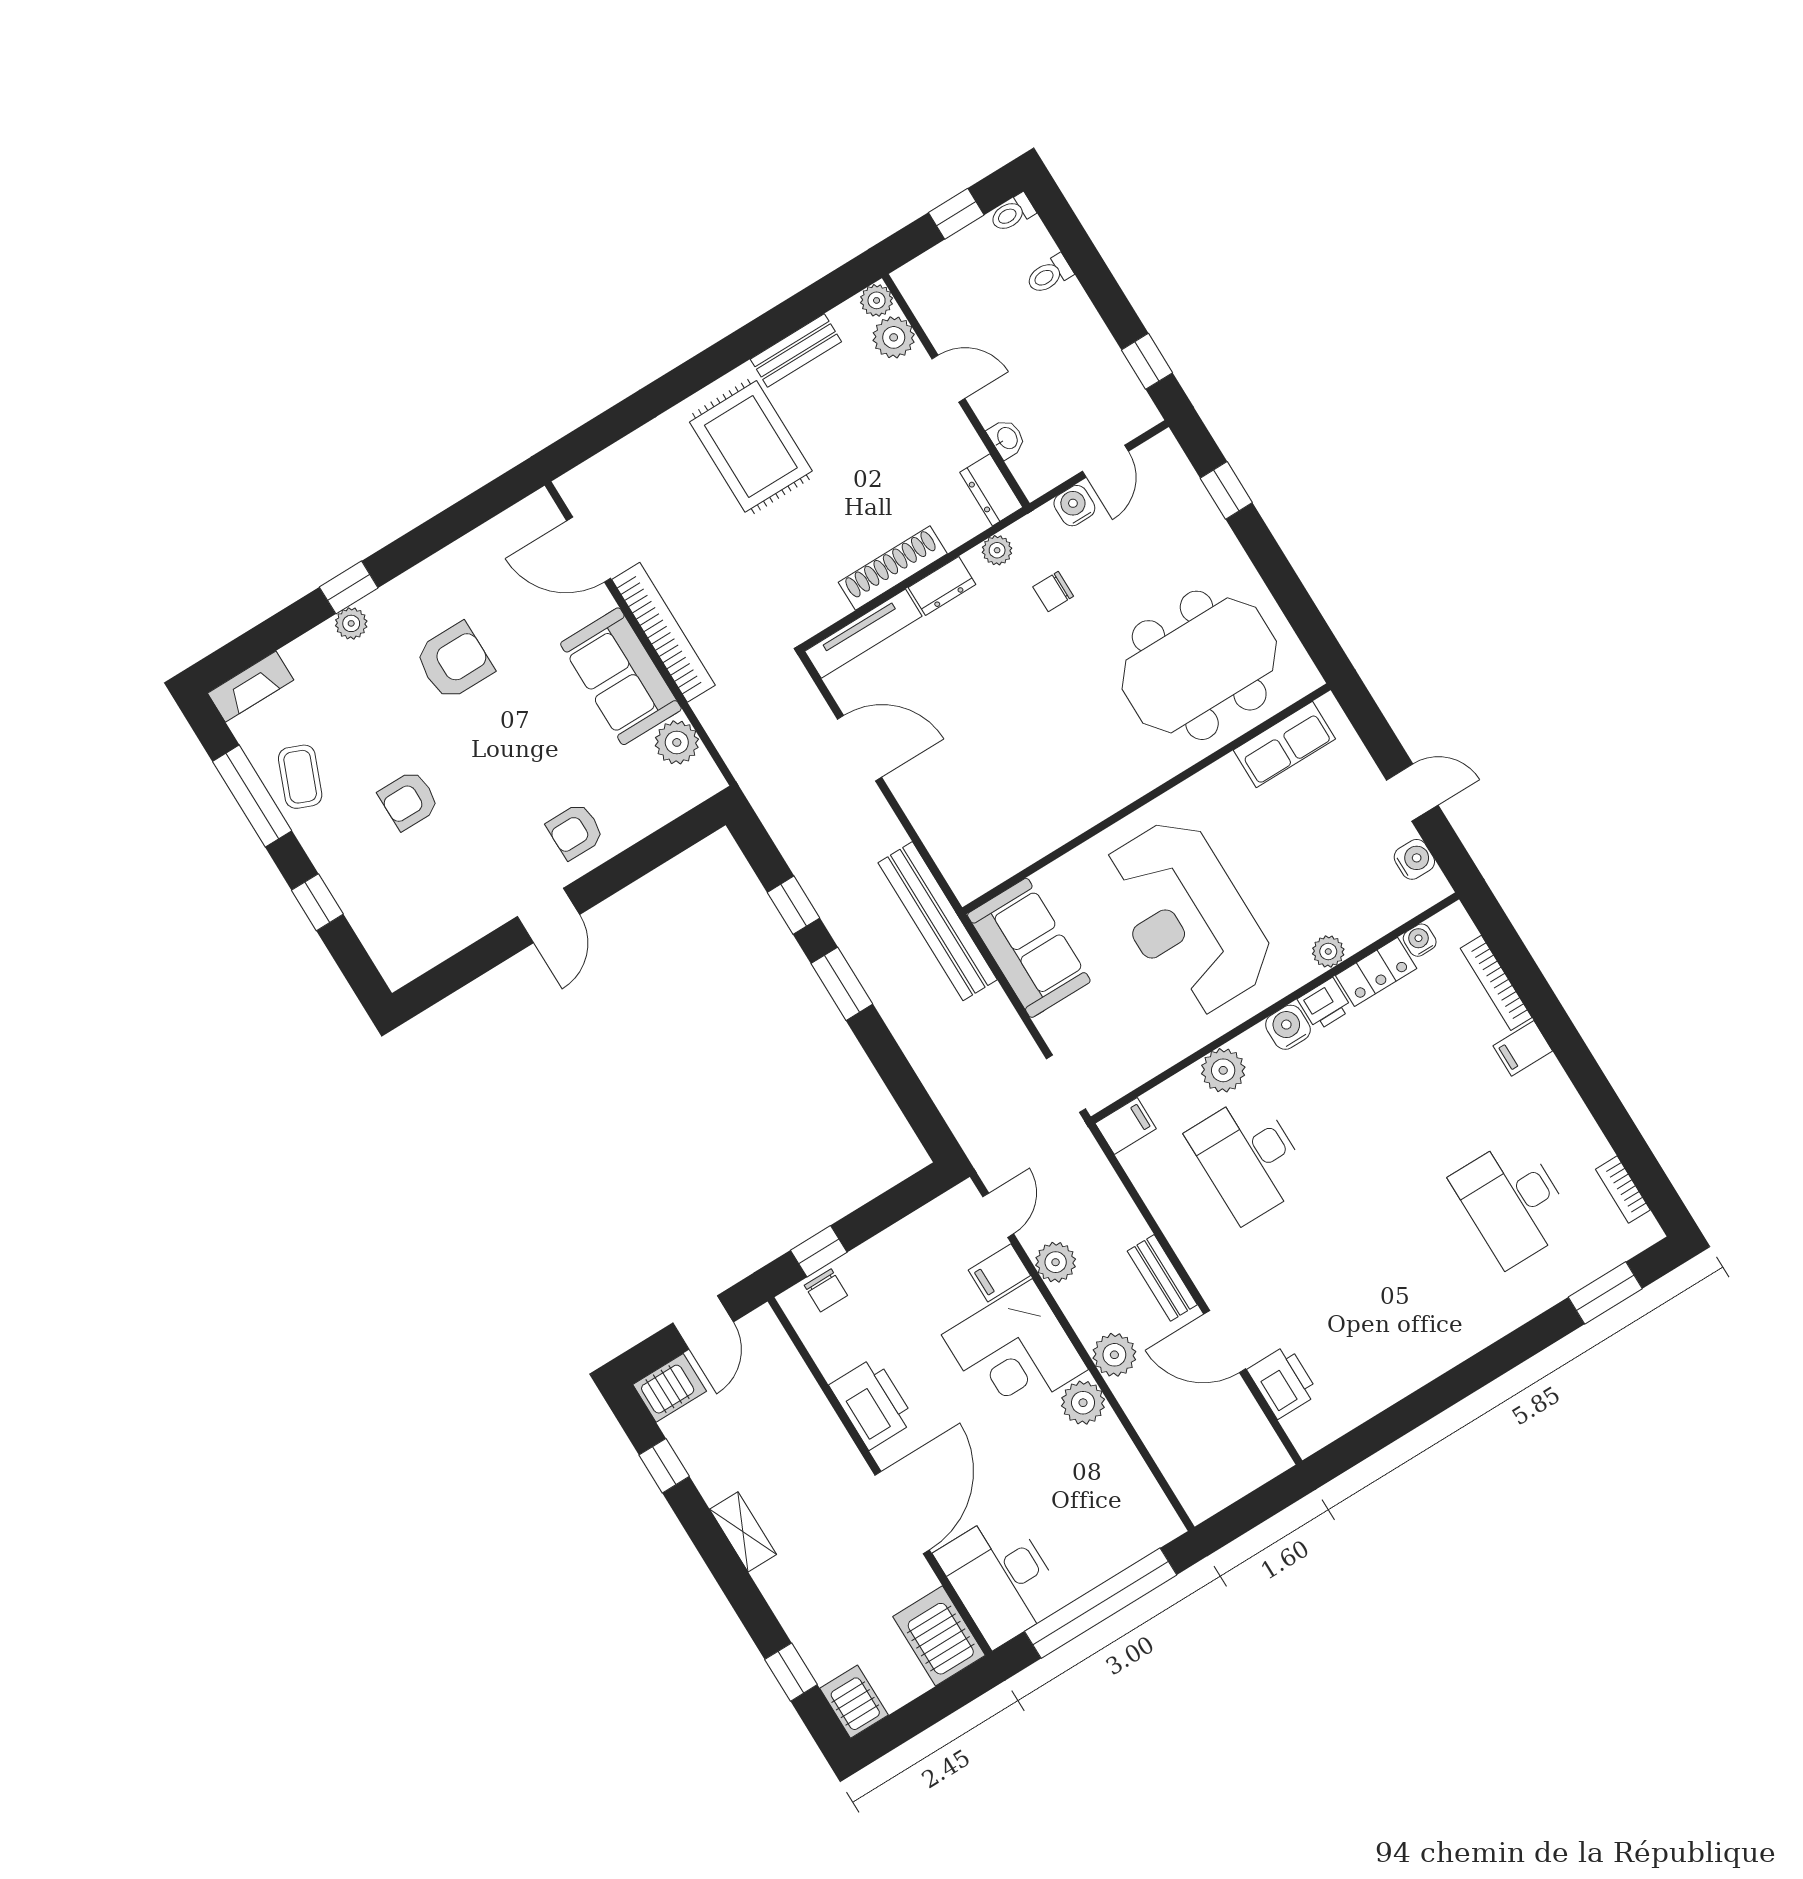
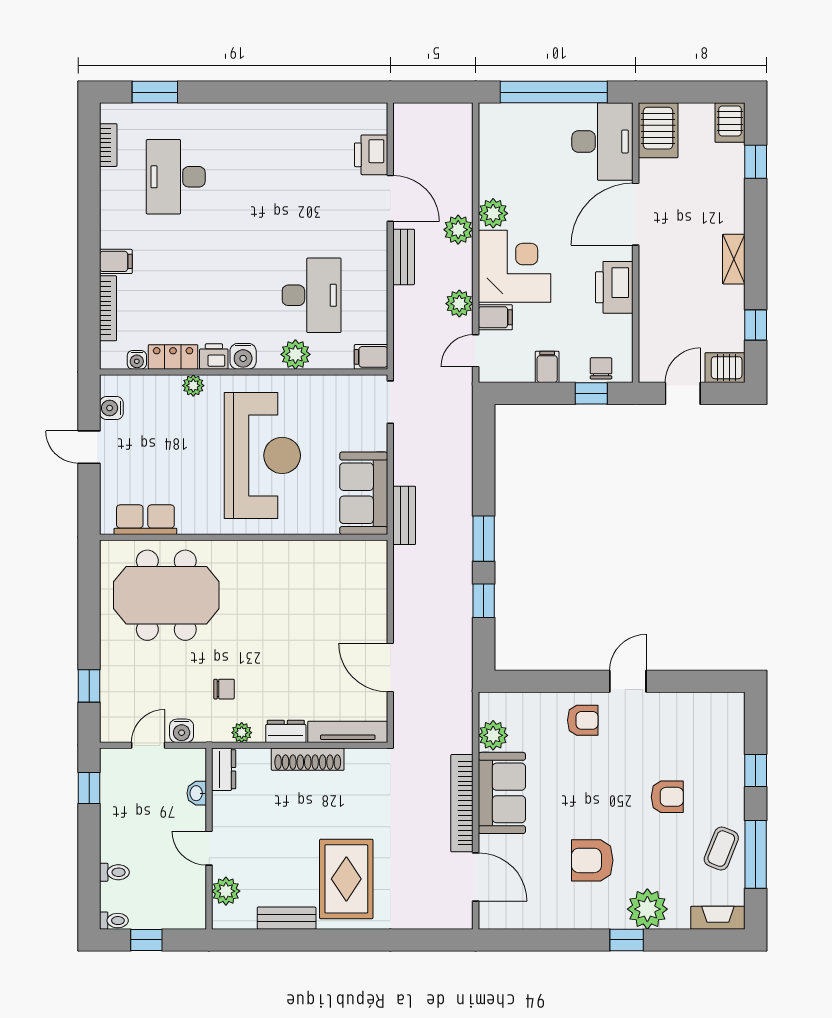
plant: (877, 300) -> (223, 918), removed
plant: (351, 623) -> (647, 909), width x1.87, depth x1.87
bench: (938, 921) -> (404, 515), width x0.54, depth x0.82
desk: (1513, 1202) -> (176, 177), turned 180
filing cabinet: (895, 1250) -> (547, 367), added

